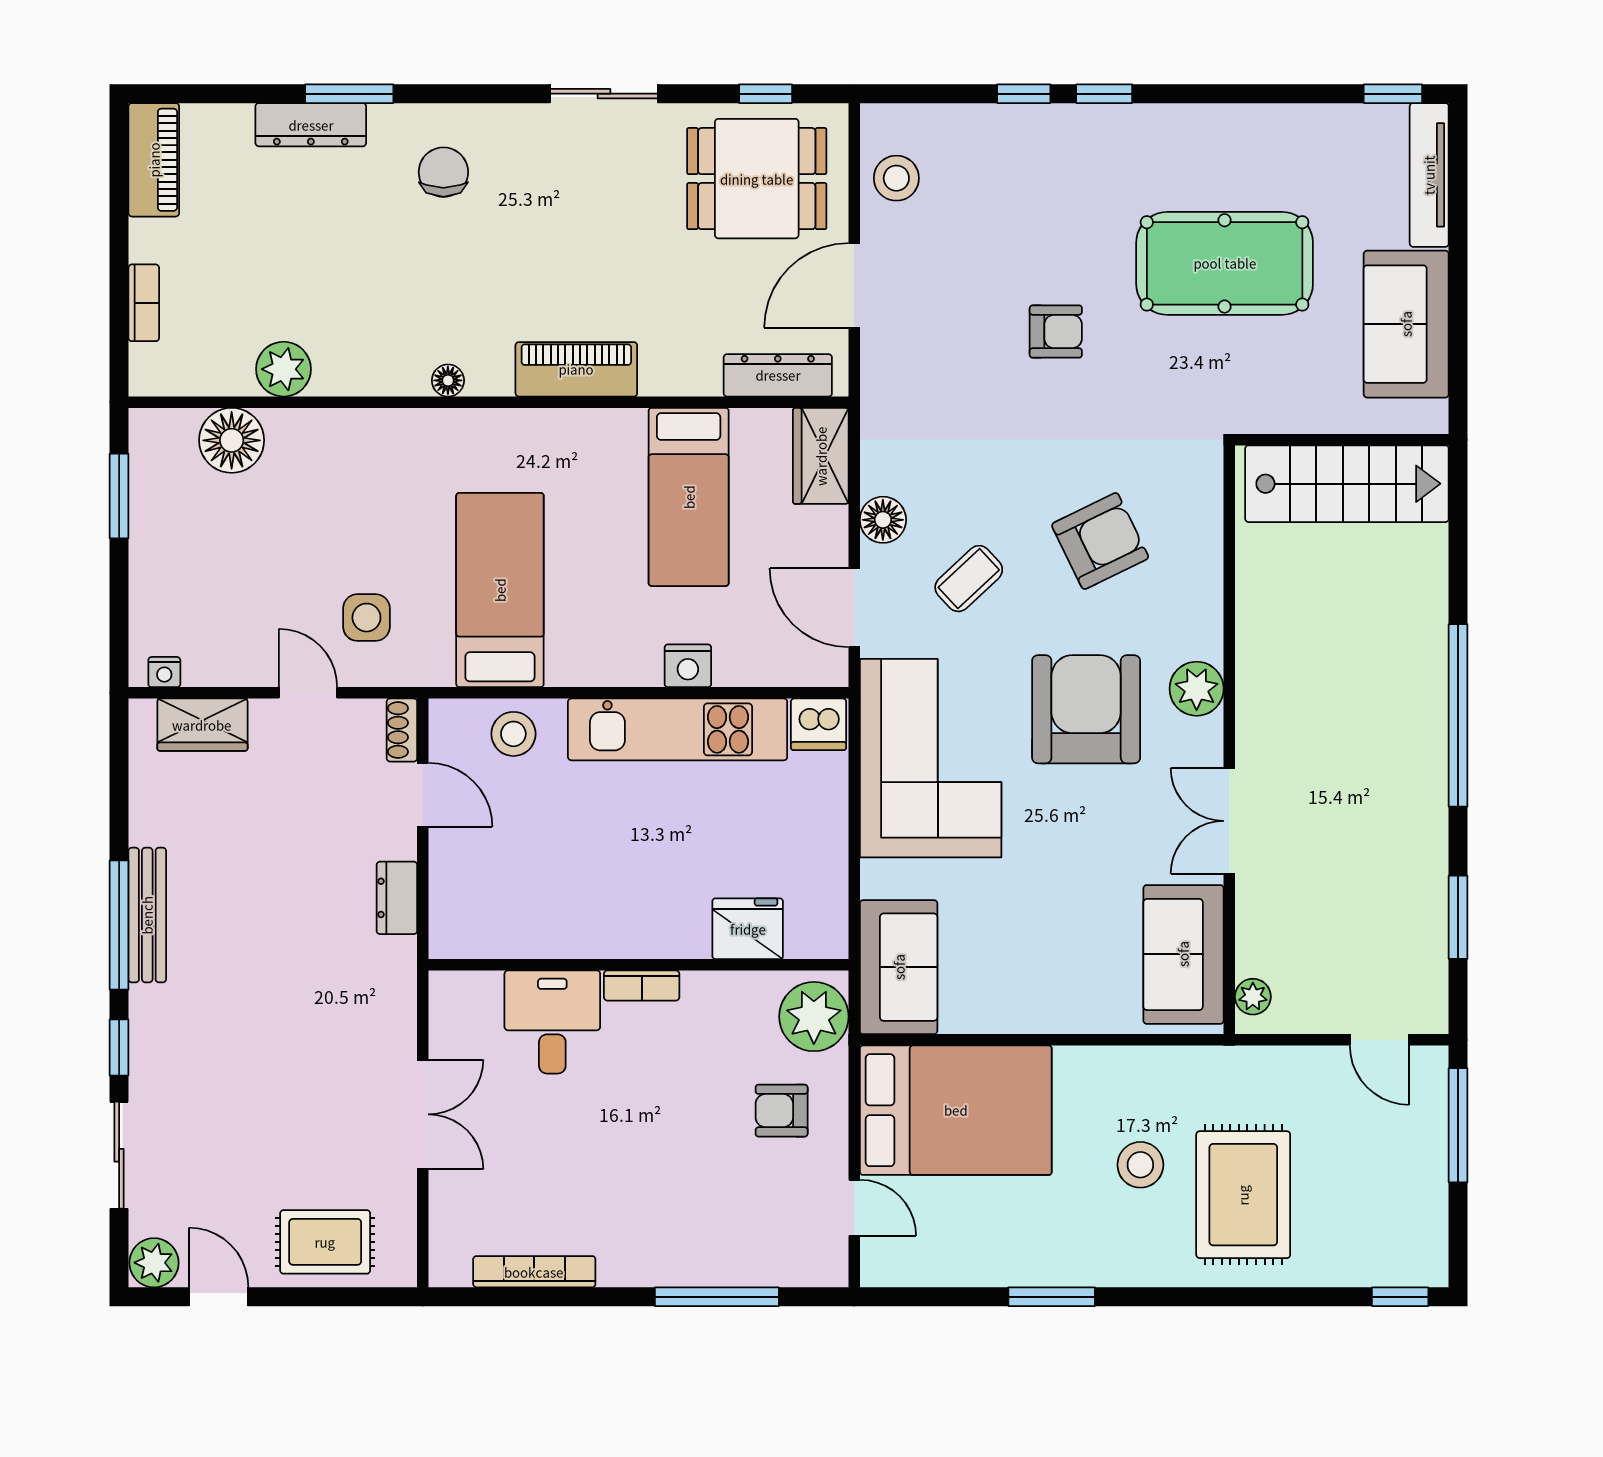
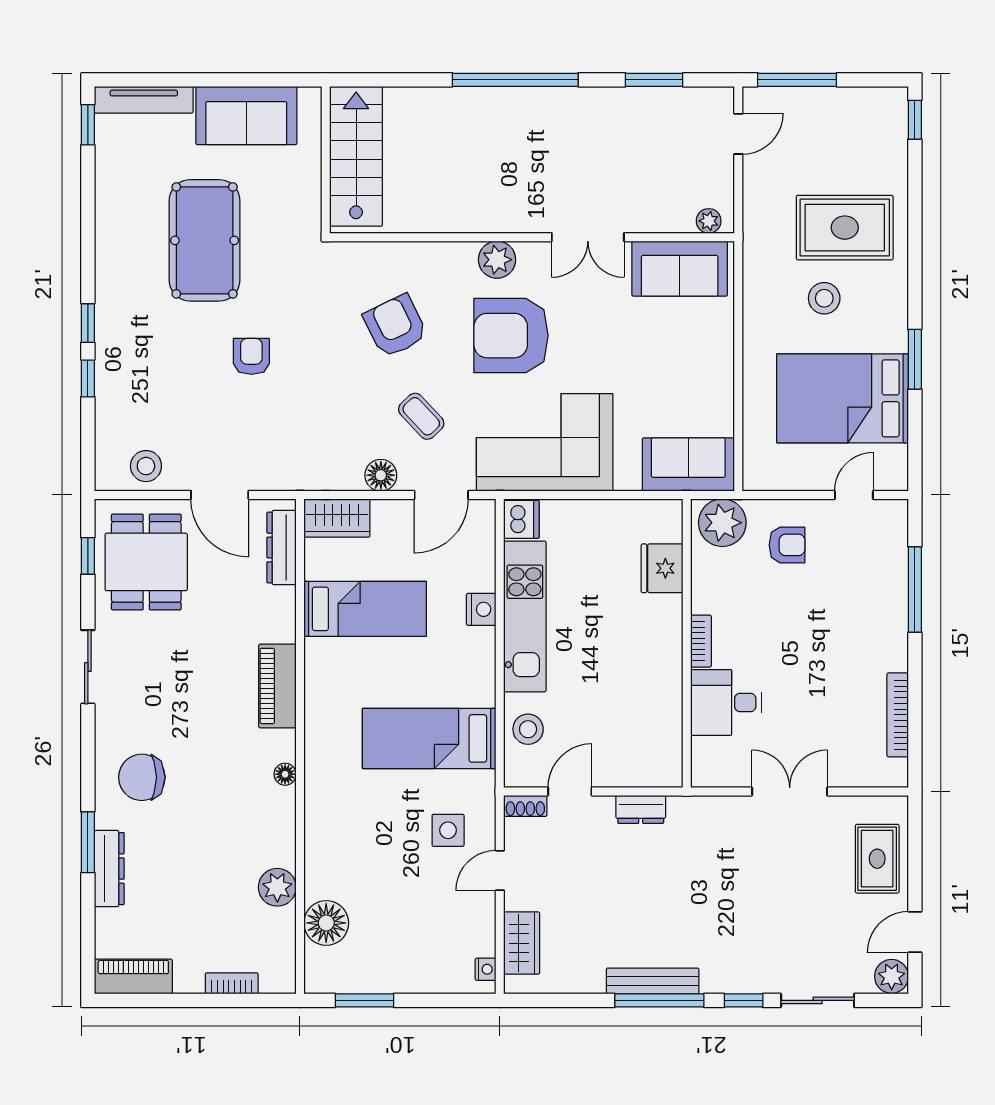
chair: (443, 172) -> (142, 777), width x1.37, depth x1.37
bed: (956, 1110) -> (843, 398), moved, turned -90
armchair: (782, 1111) -> (787, 545), turned -90

